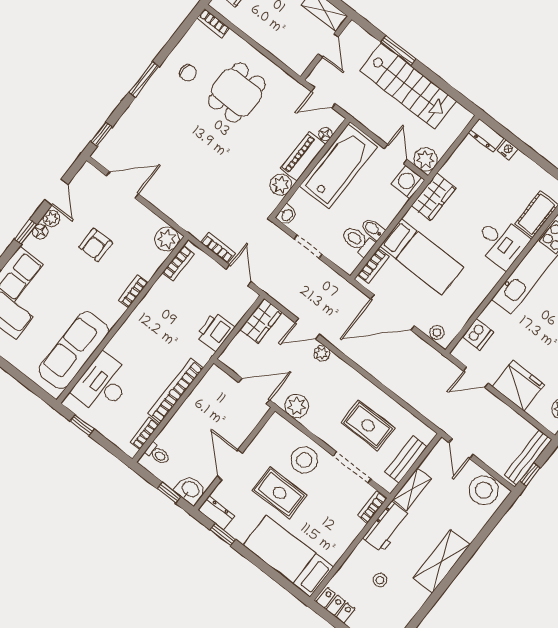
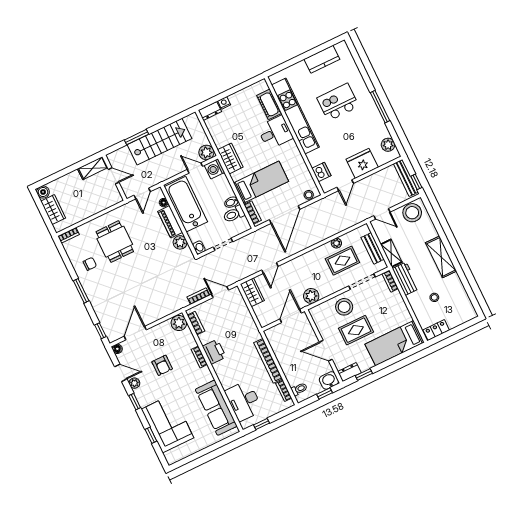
floor lamp: (40, 232) -> (117, 349), moved
printer: (215, 332) -> (214, 352), moved, turned 180
plant: (322, 353) -> (336, 243), moved

